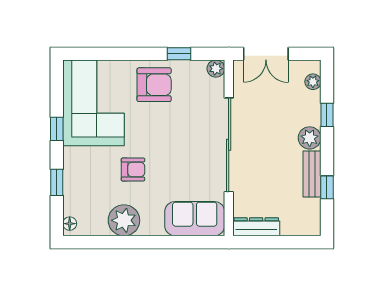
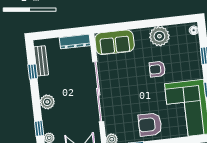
window: (327, 115) -> (39, 128), moved
bench: (312, 174) -> (41, 61), moved

